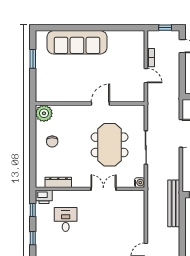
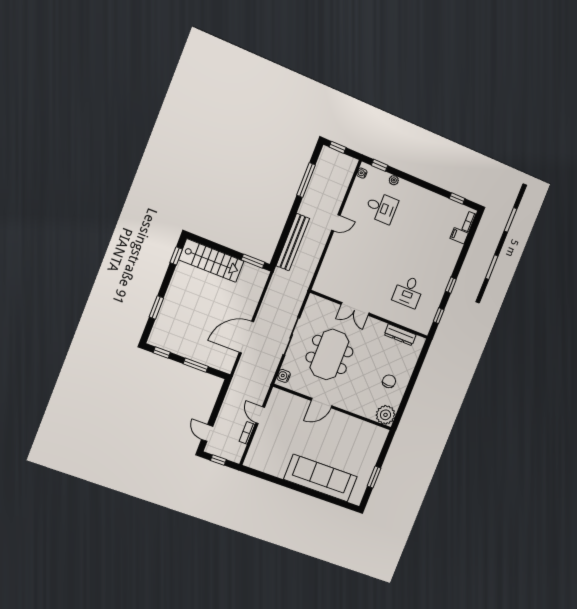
water cooler: (140, 183) -> (284, 376), moved
printer: (44, 197) -> (421, 325), removed
bench: (174, 203) -> (293, 242), moved

